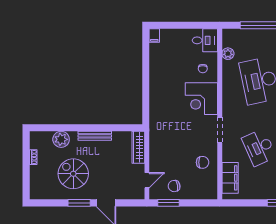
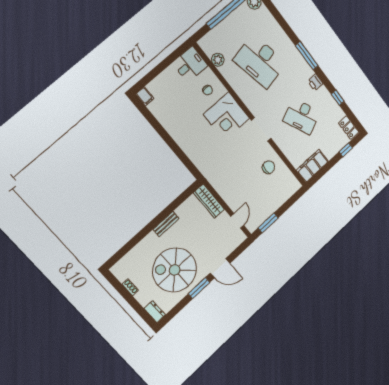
bench: (95, 136) -> (166, 224), width x0.73
plant: (61, 139) -> (141, 252), removed
spiral stairs: (73, 174) -> (175, 270), width x1.37, depth x1.37
filing cabinet: (230, 178) -> (312, 166), moved, turned -90
chair: (174, 186) -> (262, 206), removed
dresser: (35, 190) -> (155, 312), added

